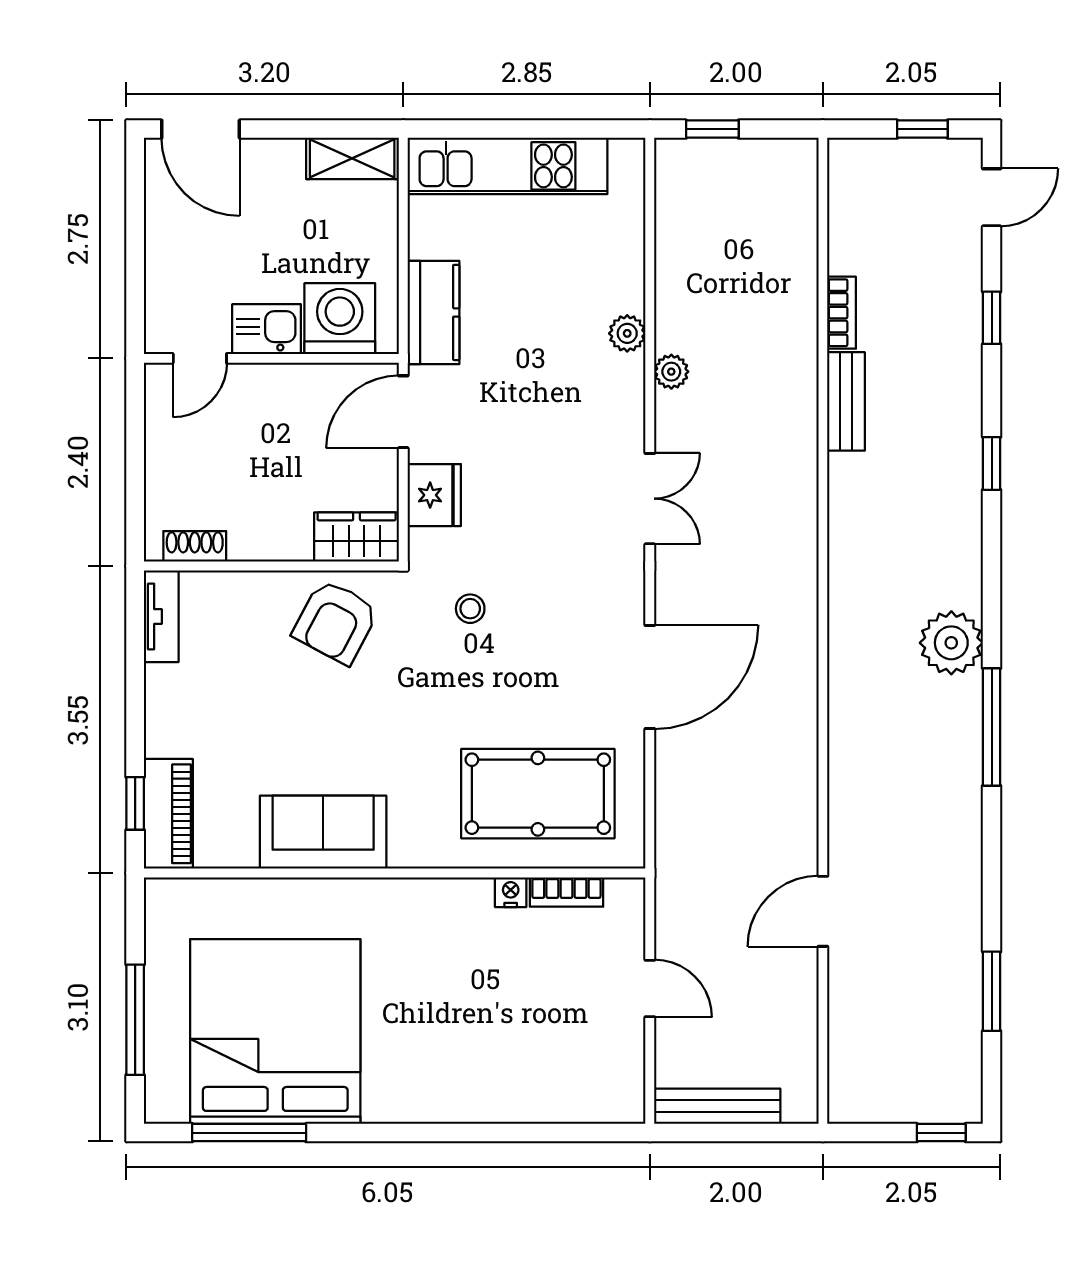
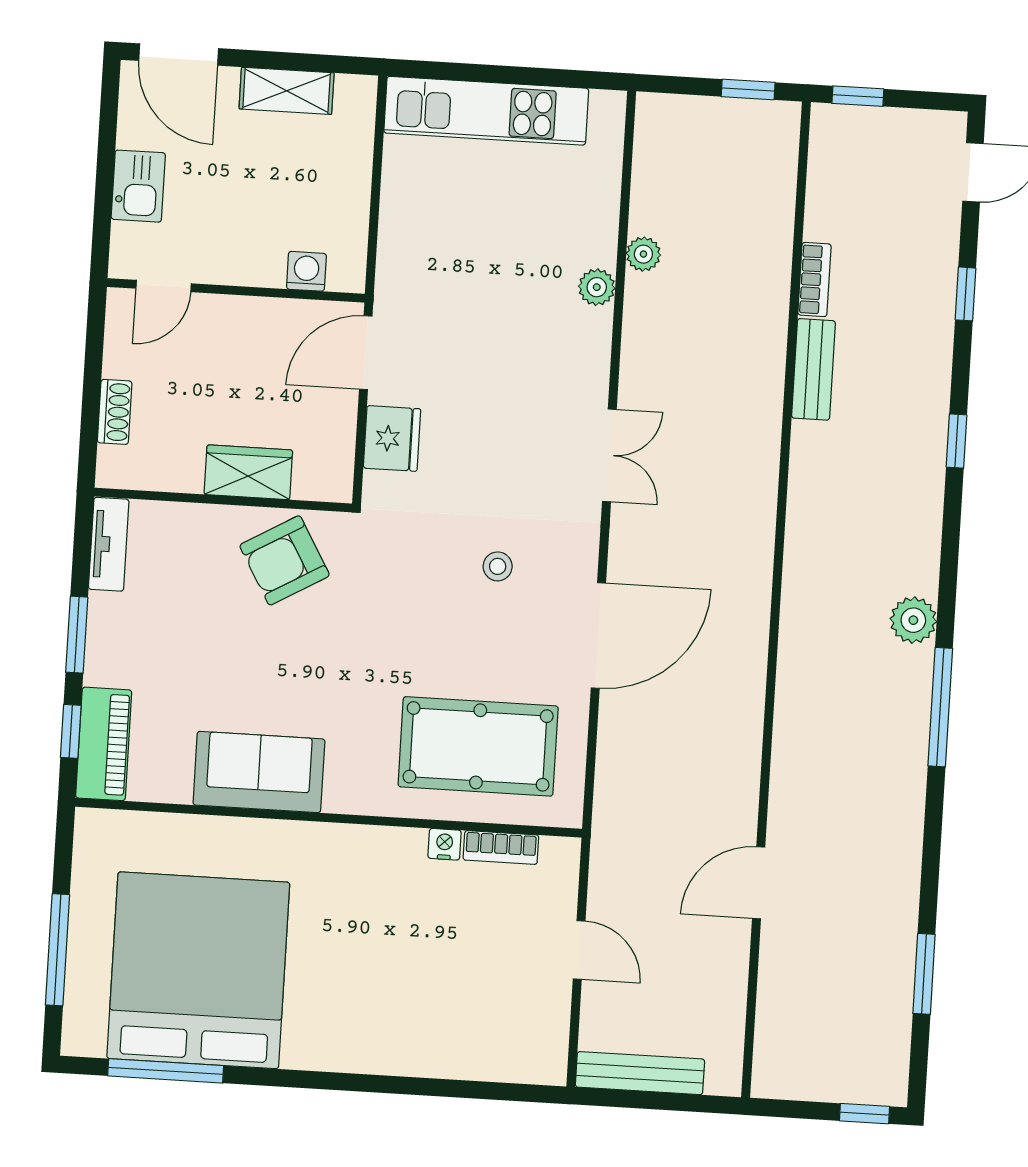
window: (712, 129) -> (748, 89), moved
window: (922, 129) -> (858, 96), moved
shelving: (352, 158) -> (287, 91), moved
kitchen counter: (433, 312) -> (402, 254), removed
washing machine: (340, 319) -> (306, 271), width x0.53, depth x0.53
kitchen sink: (267, 329) -> (138, 186), moved, turned 90
plant: (671, 372) -> (643, 254), moved
wardrobe: (357, 537) -> (248, 472), moved
shoe rack: (195, 546) -> (115, 412), moved, turned 90
stool: (470, 609) -> (498, 566), moved
armchair: (336, 622) -> (285, 560), turned 32
plant: (951, 643) -> (913, 620), width x0.73, depth x0.73
window: (135, 708) -> (77, 635), added

